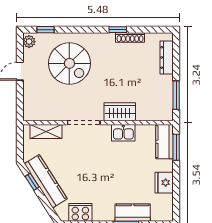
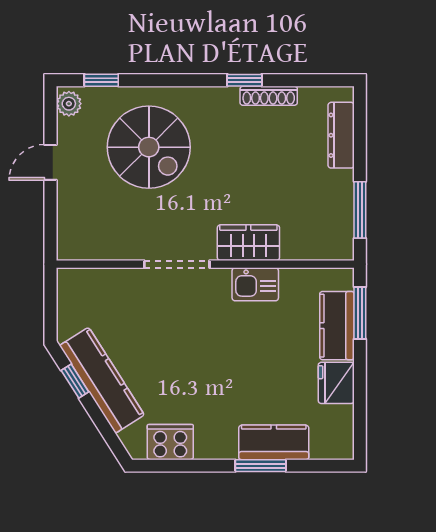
shelving: (46, 131) -> (102, 282), removed
kitchen counter: (165, 142) -> (337, 326), moved

